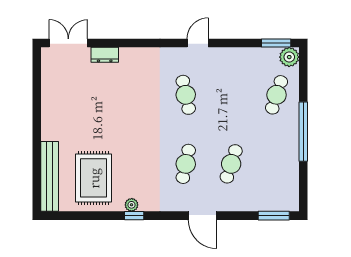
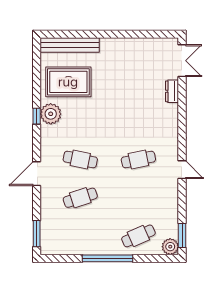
cafe table: (277, 95) -> (138, 236), turned -42
cafe table: (231, 164) -> (80, 198), turned -36
plant: (132, 205) -> (51, 114), width x1.87, depth x1.87

